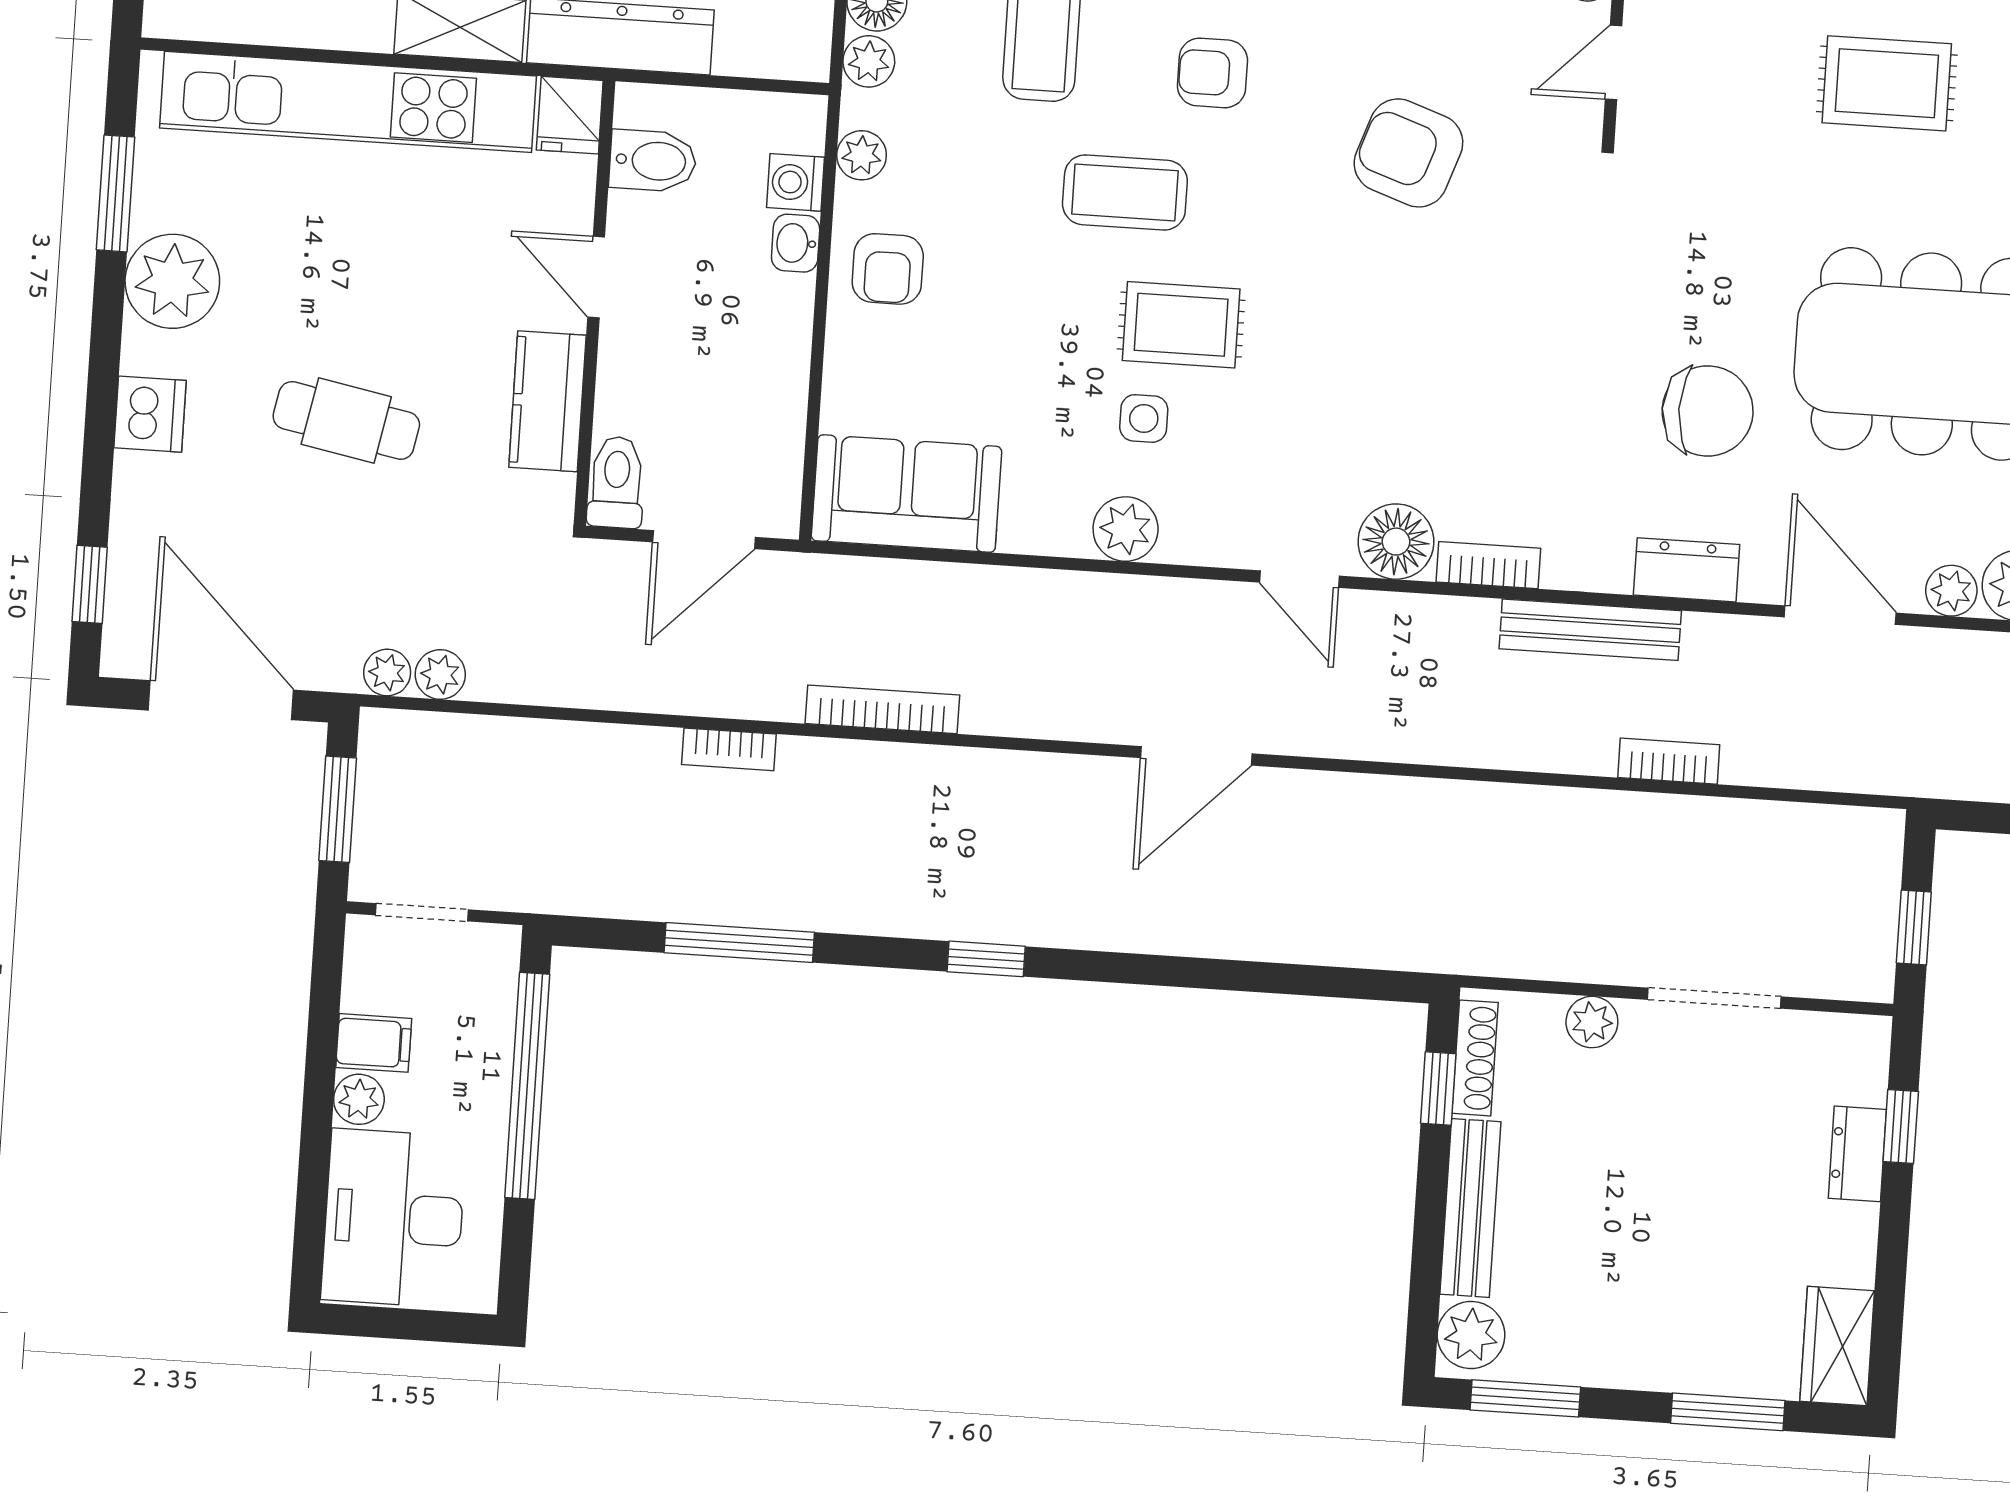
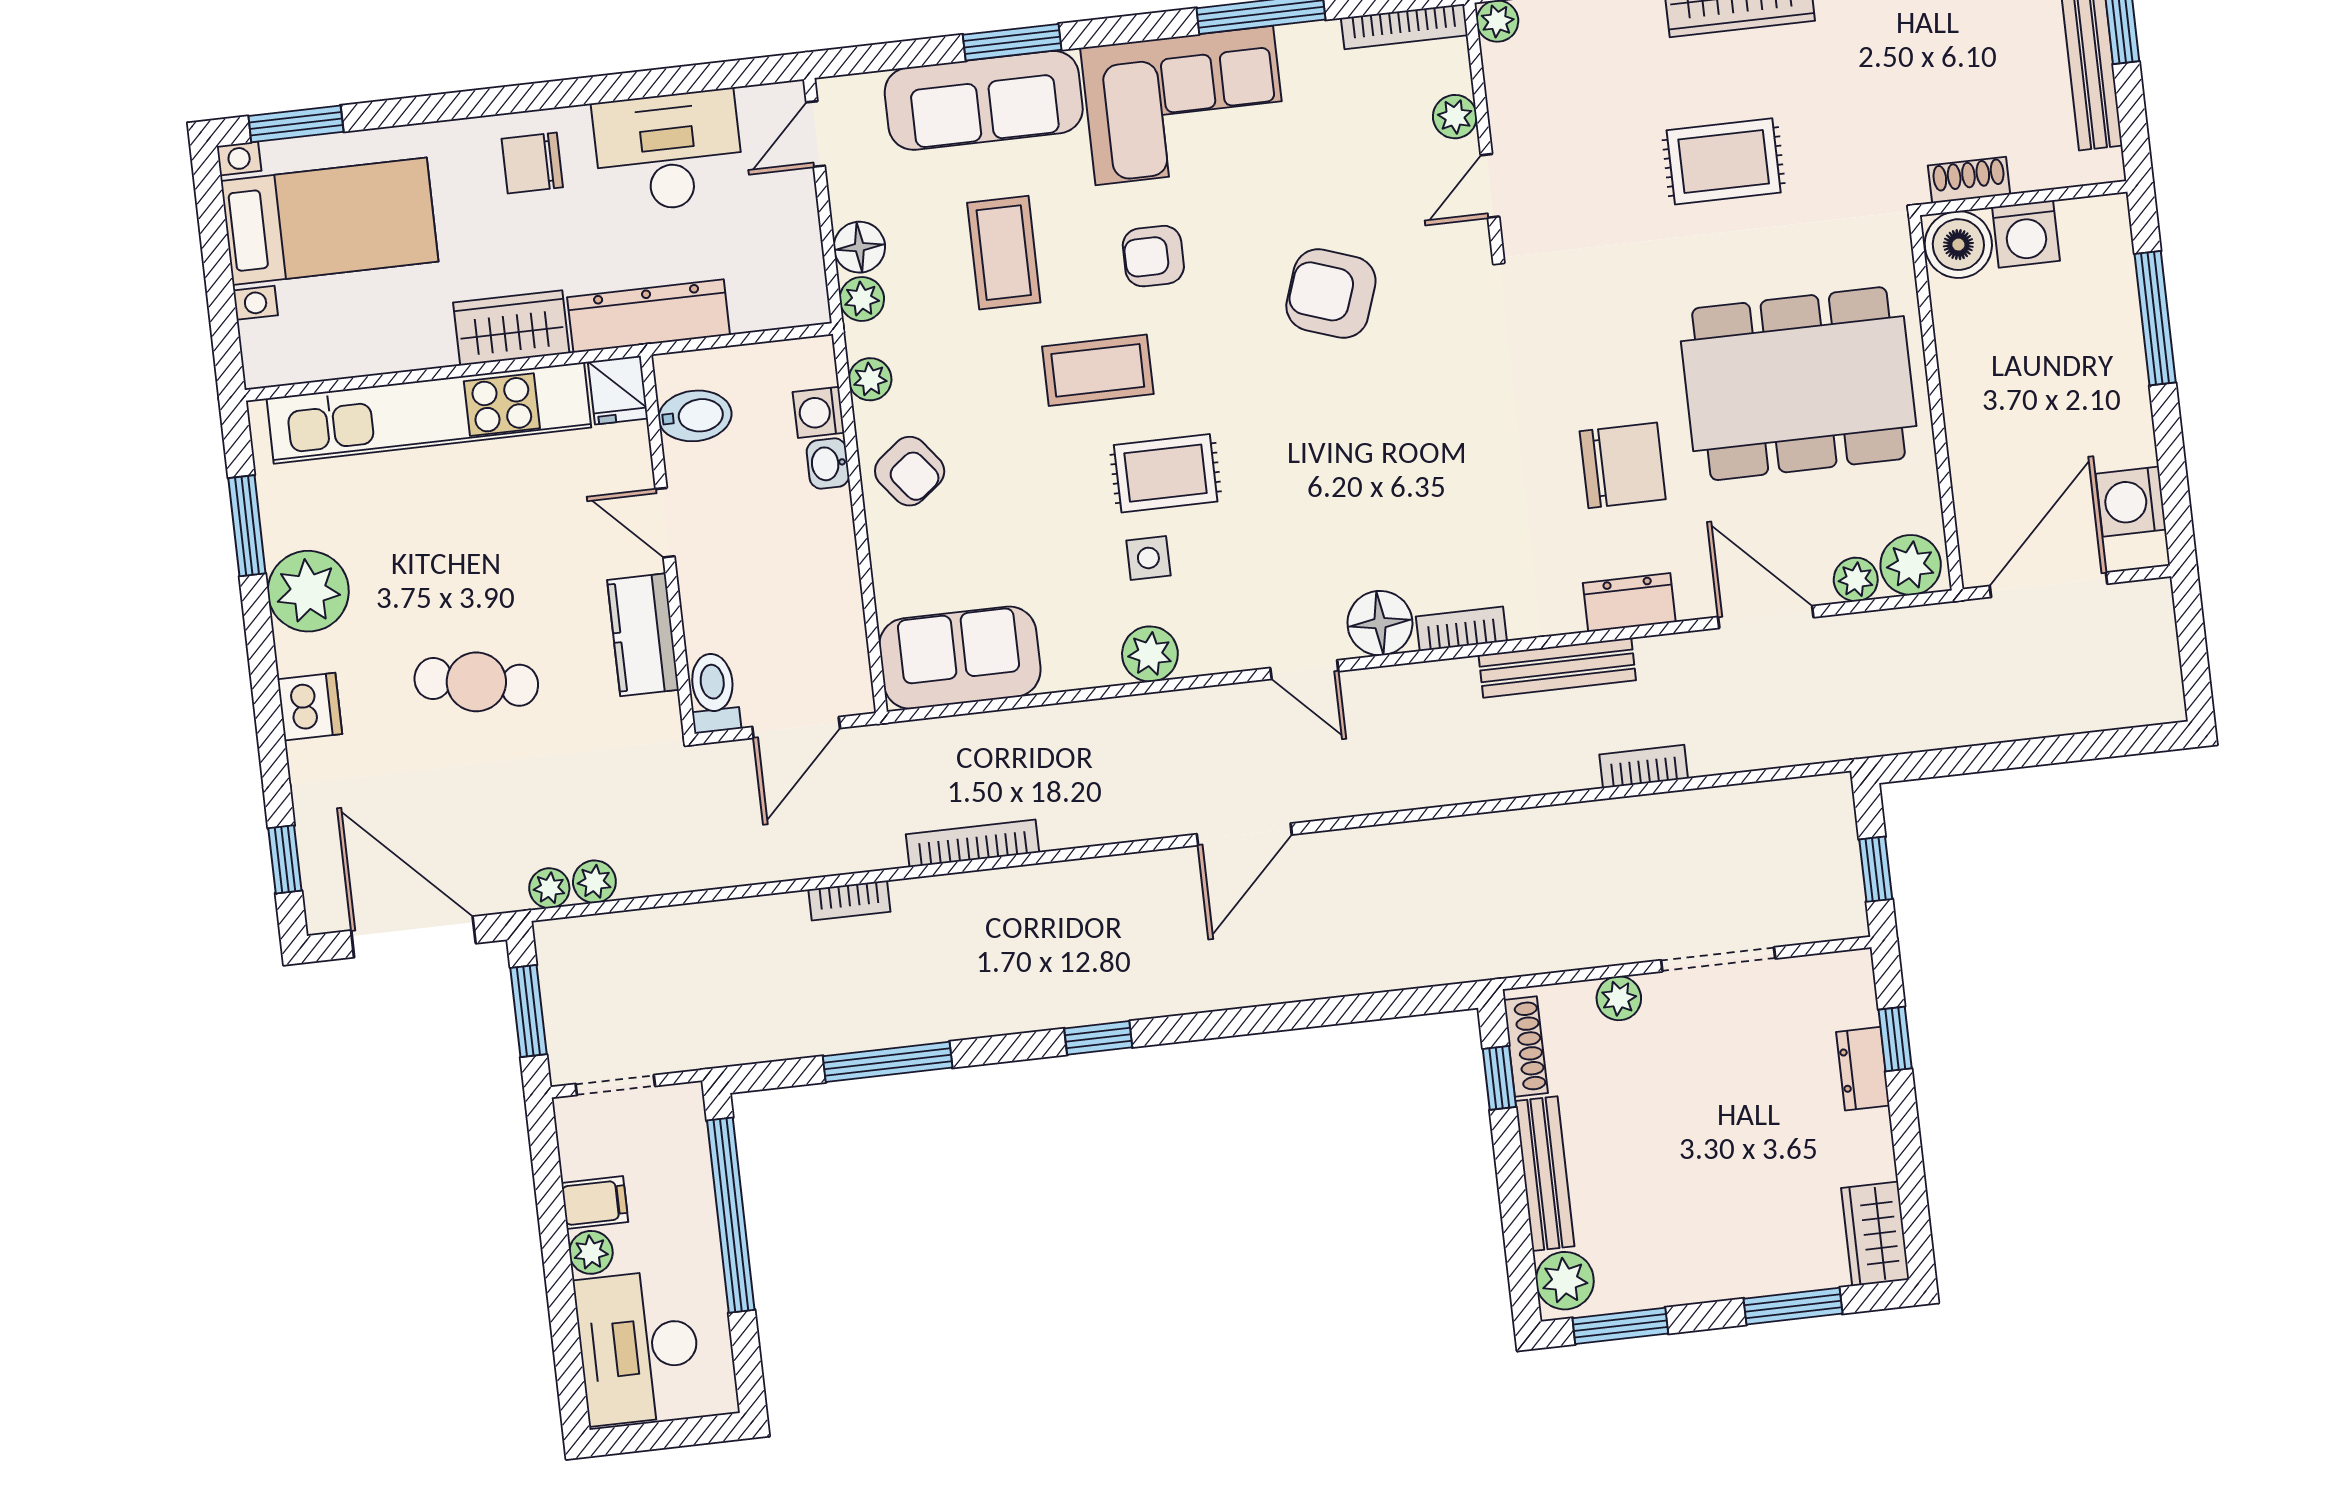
armchair: (888, 269) -> (910, 471), turned -38

